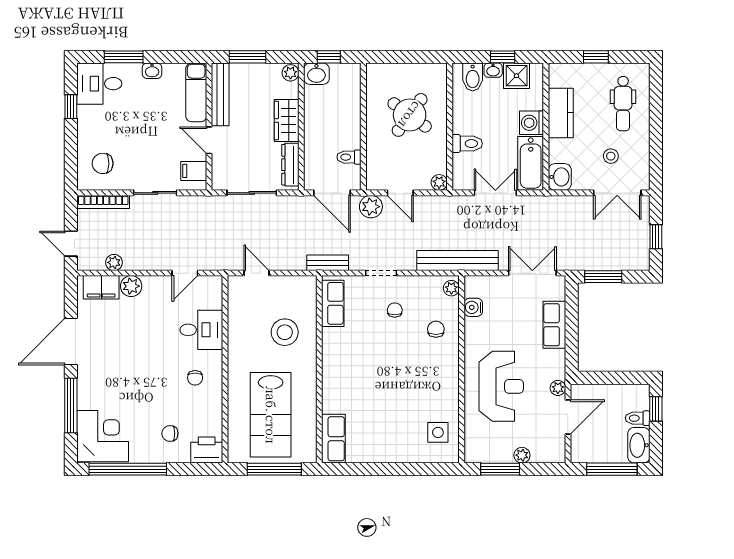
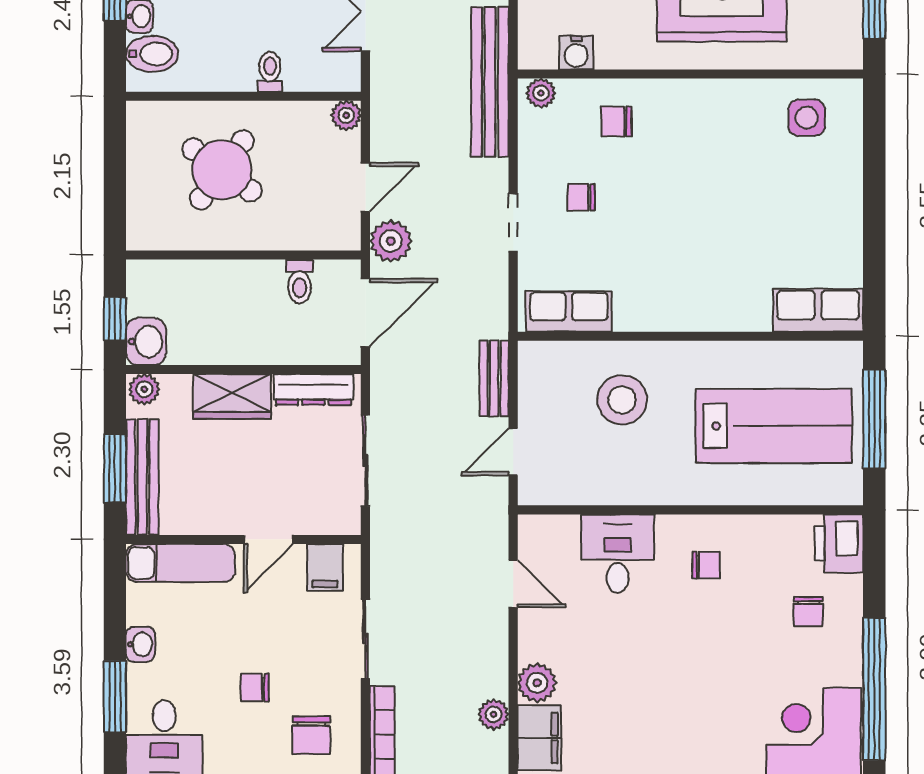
bench: (220, 94) -> (142, 477), moved, turned 90
chair: (128, 133) -> (255, 688), added
toilet: (467, 144) -> (270, 72), width x0.73, depth x0.72
bench: (328, 263) -> (494, 378), moved

